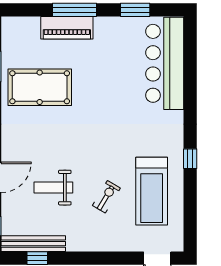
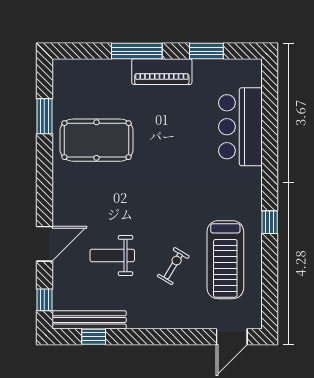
piano: (67, 28) -> (162, 72), moved
bar counter: (165, 63) -> (240, 127), width x0.73

